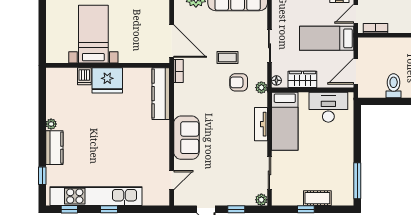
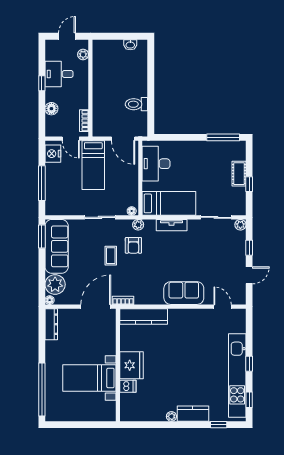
wardrobe: (302, 79) -> (131, 187), removed

